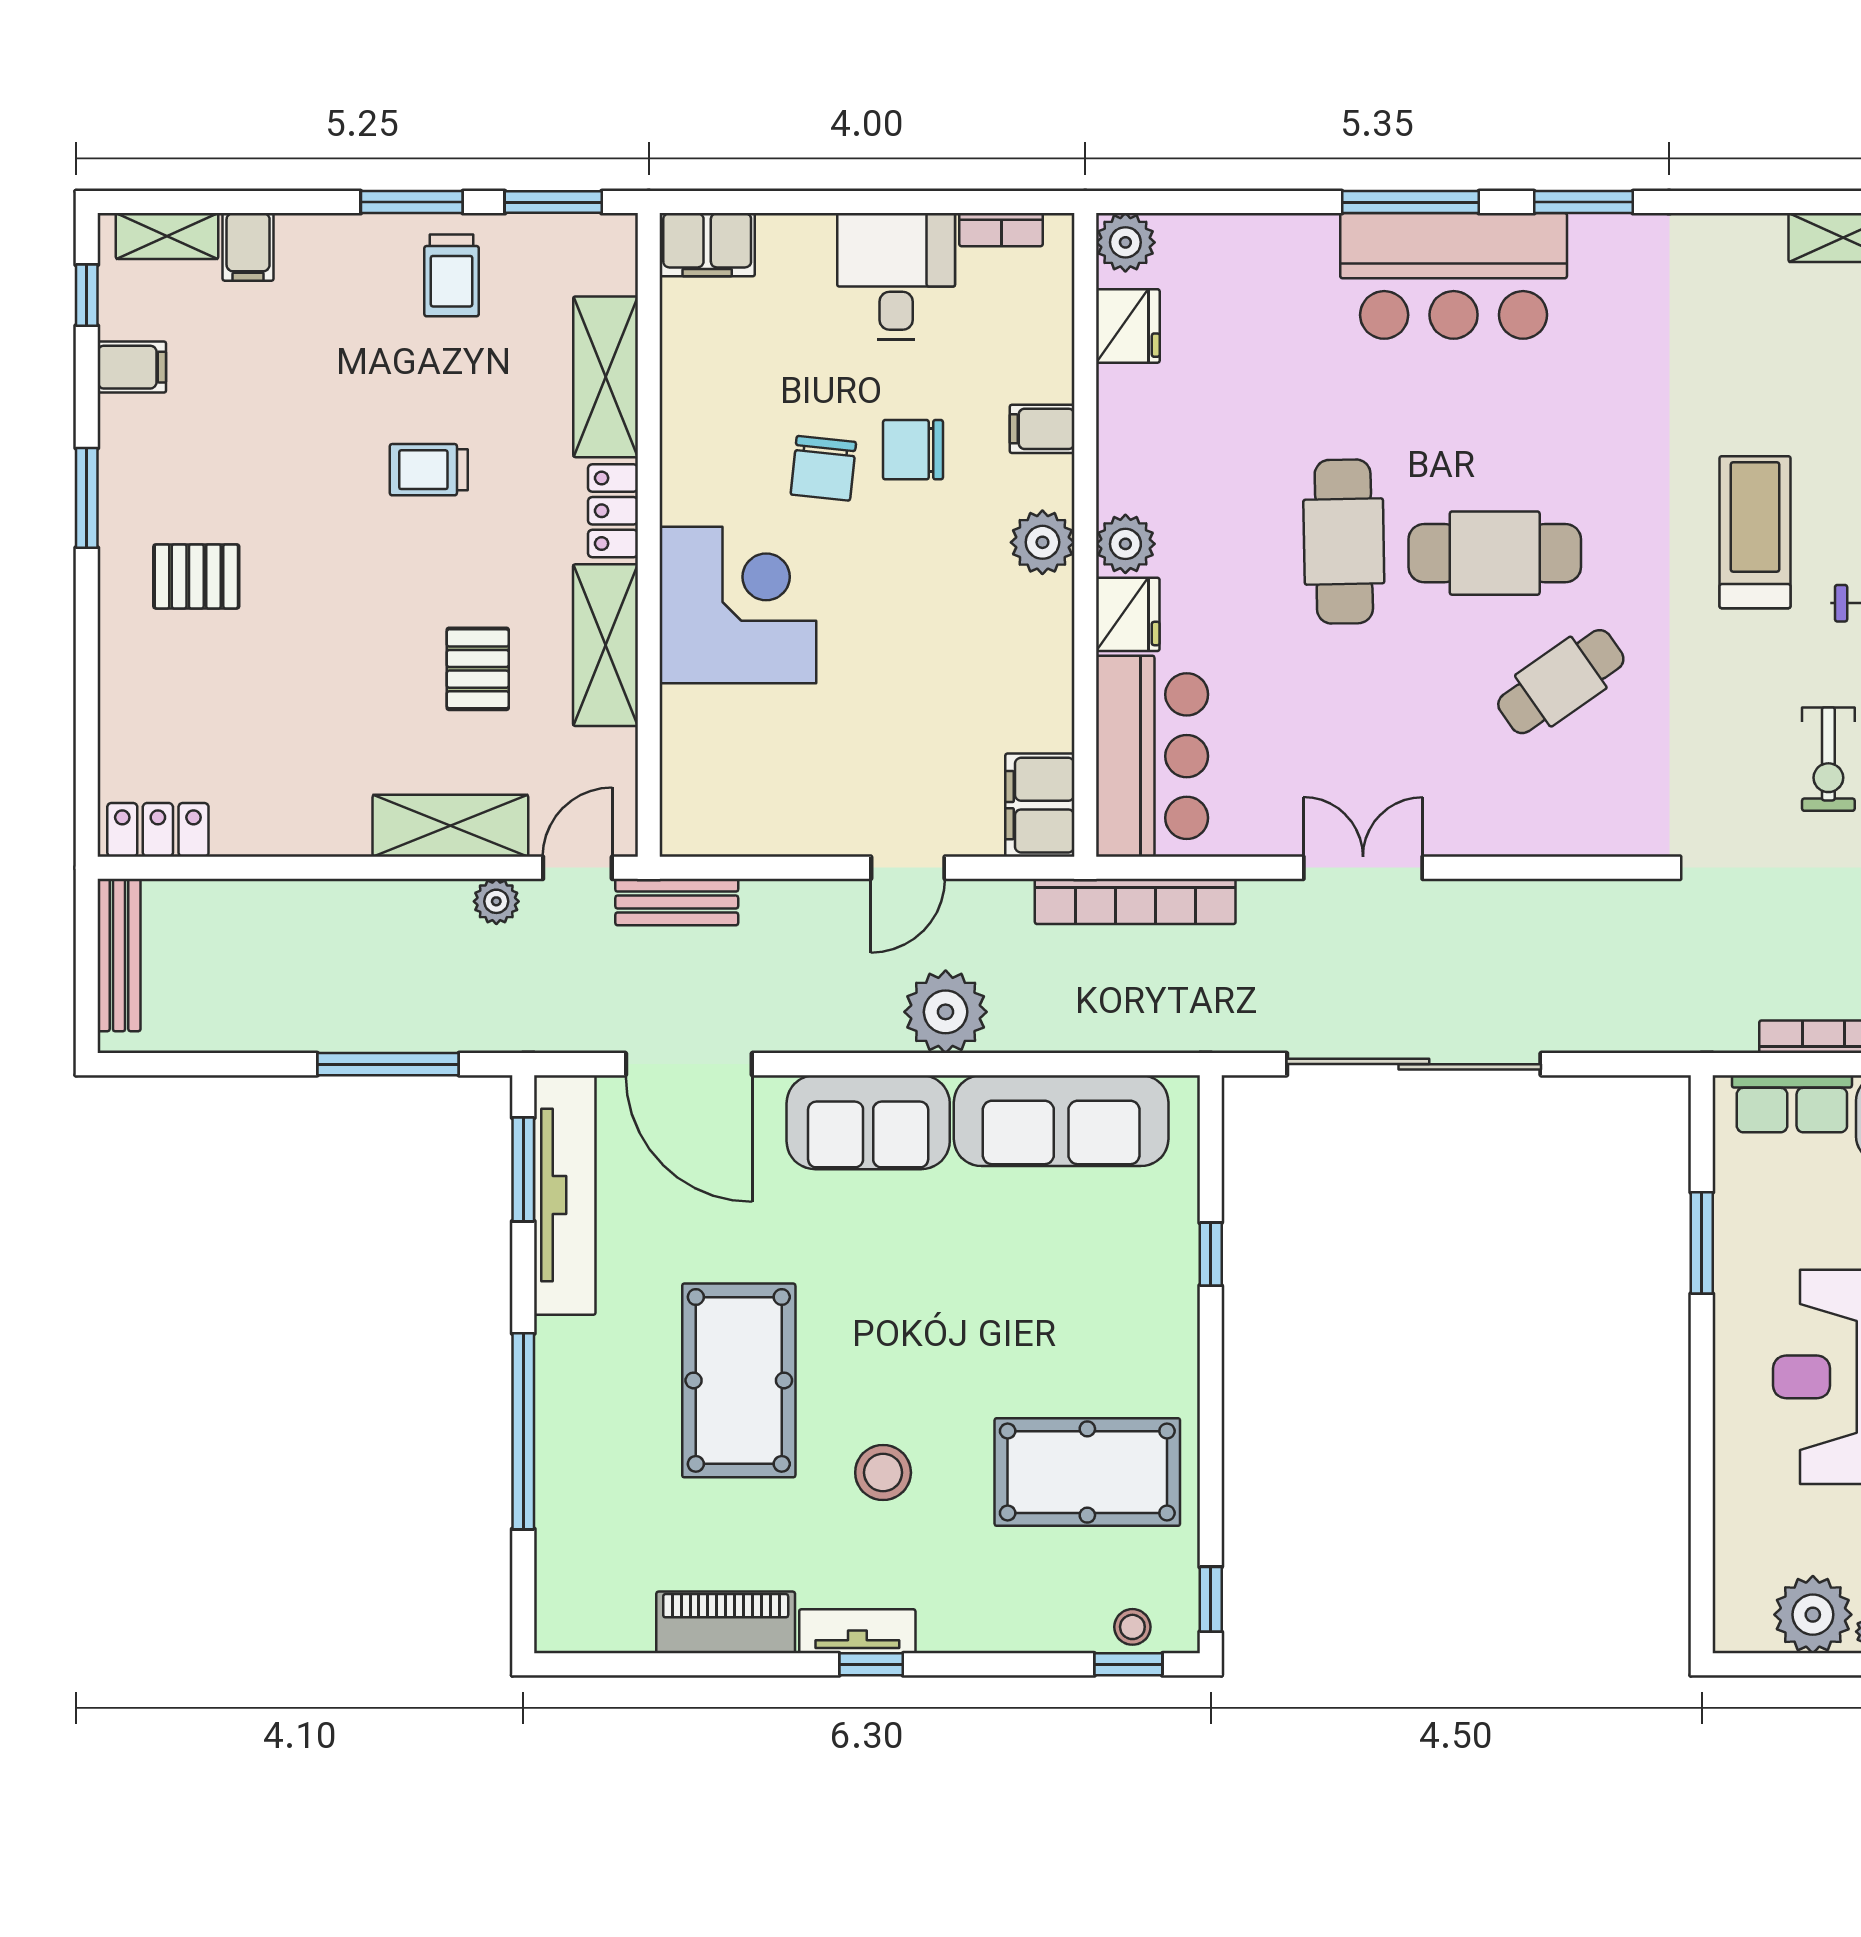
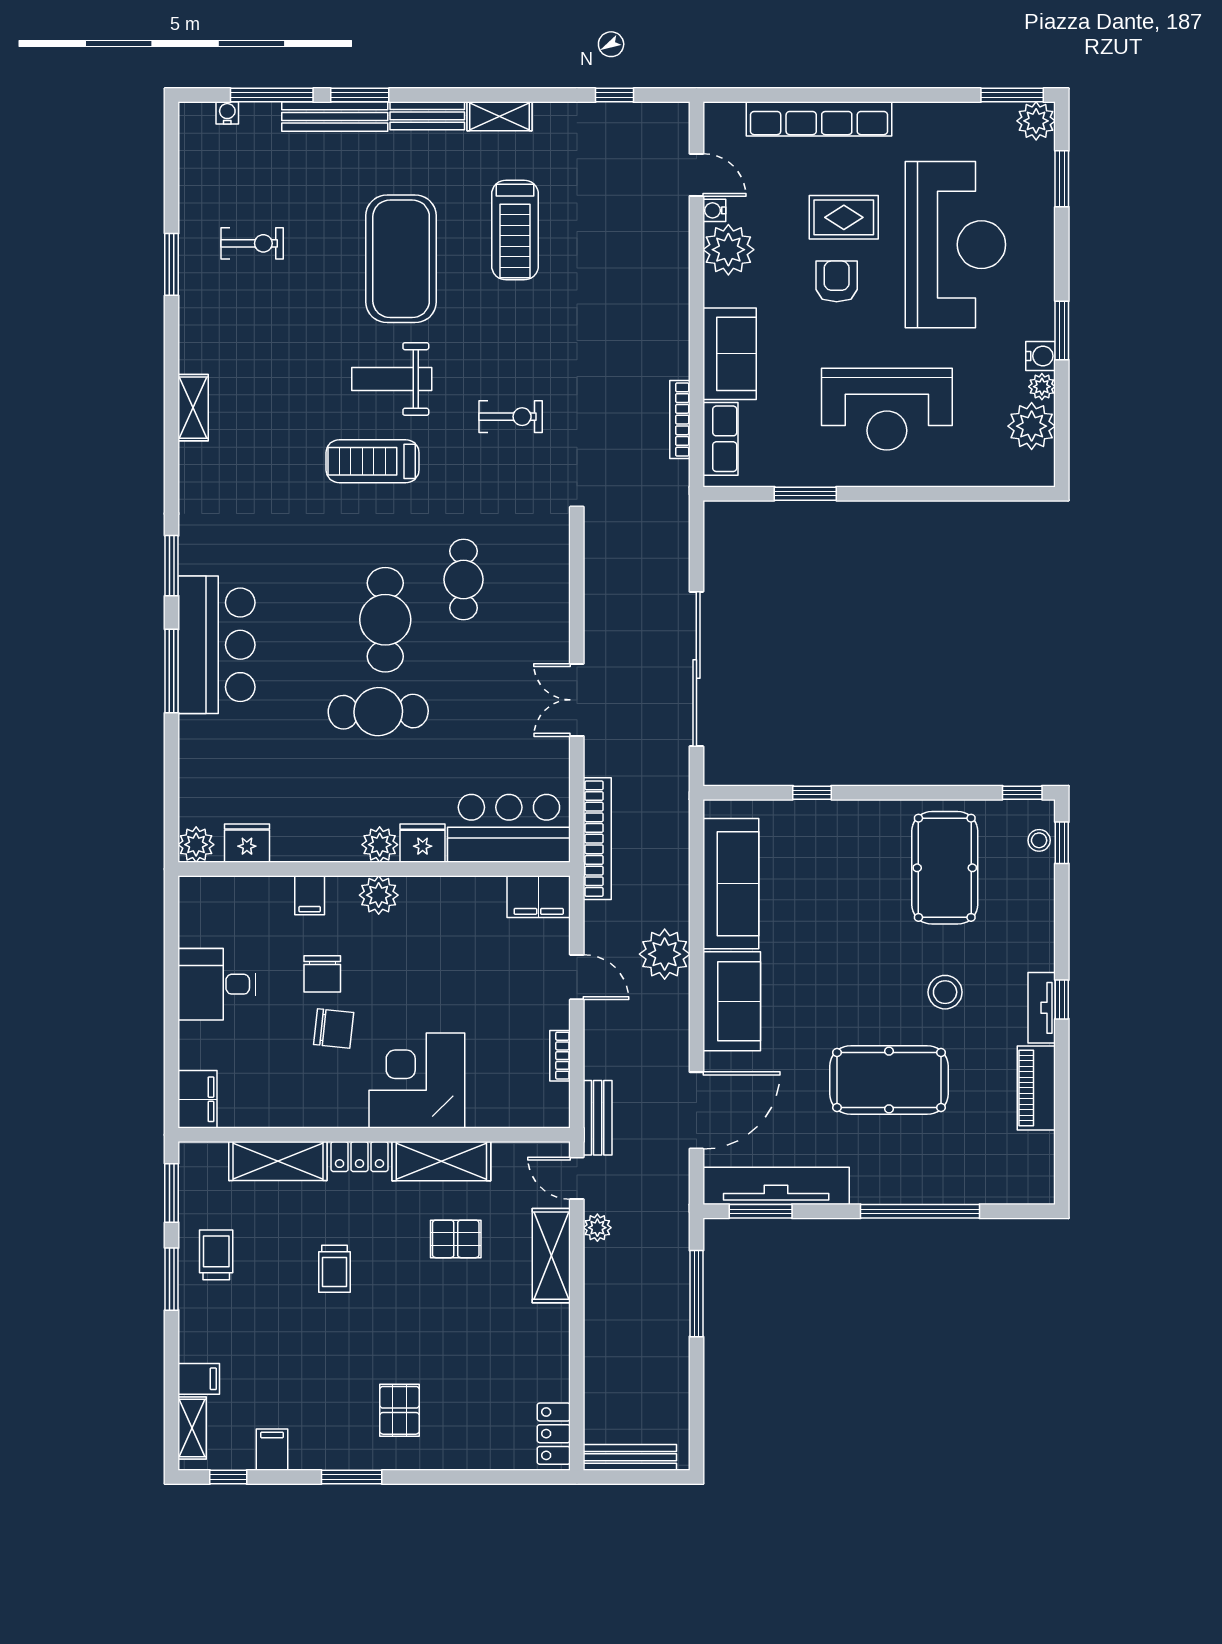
bookcase: (1001, 230) -> (560, 1056), moved, turned 180
trolley: (452, 275) -> (216, 1255), turned -90
cafe table: (1561, 682) -> (464, 579), turned 35

